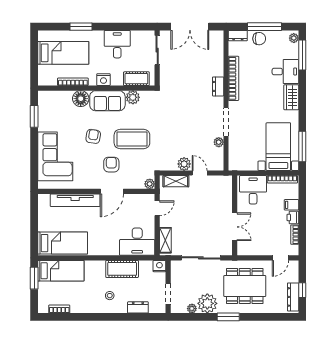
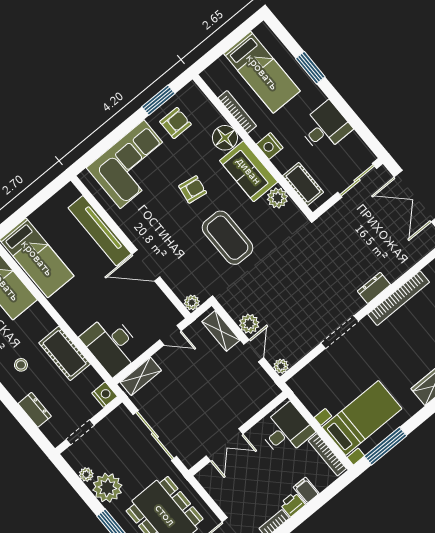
plant: (219, 142) -> (281, 366), moved
armchair: (111, 165) -> (176, 123), moved

